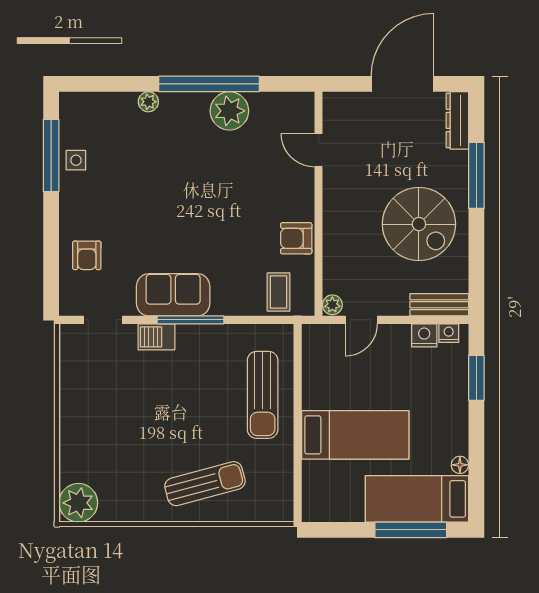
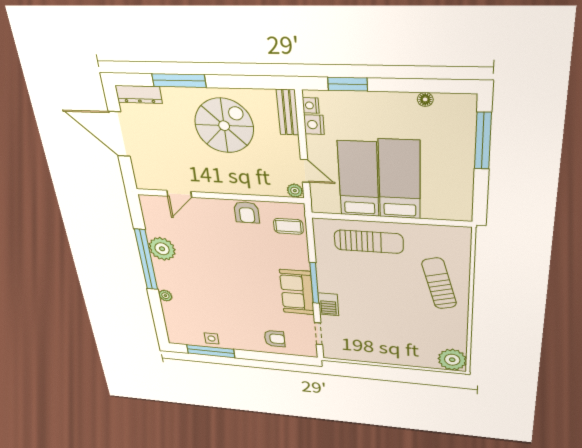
bed: (417, 499) -> (358, 179), moved, turned 180

